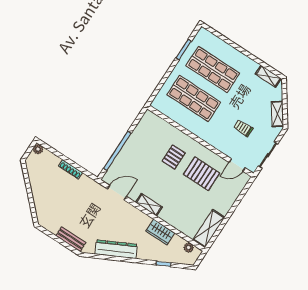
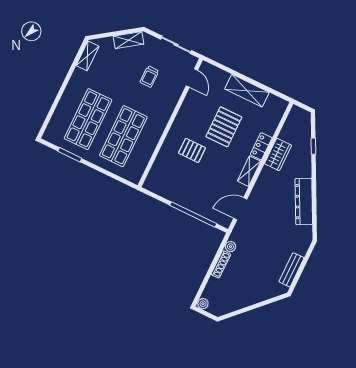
pallet: (202, 174) -> (224, 127), moved
door: (117, 193) -> (240, 209), hinge flipped
locker: (169, 218) -> (261, 146), added
shelving: (209, 229) -> (247, 91), moved
bench: (71, 239) -> (291, 270), moved
plant: (189, 248) -> (230, 247), moved

